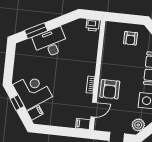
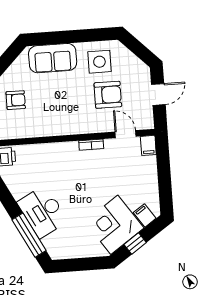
window: (36, 31) -> (29, 235), width x1.44
armchair: (110, 89) -> (108, 95), moved
plant: (138, 125) -> (136, 67), removed

